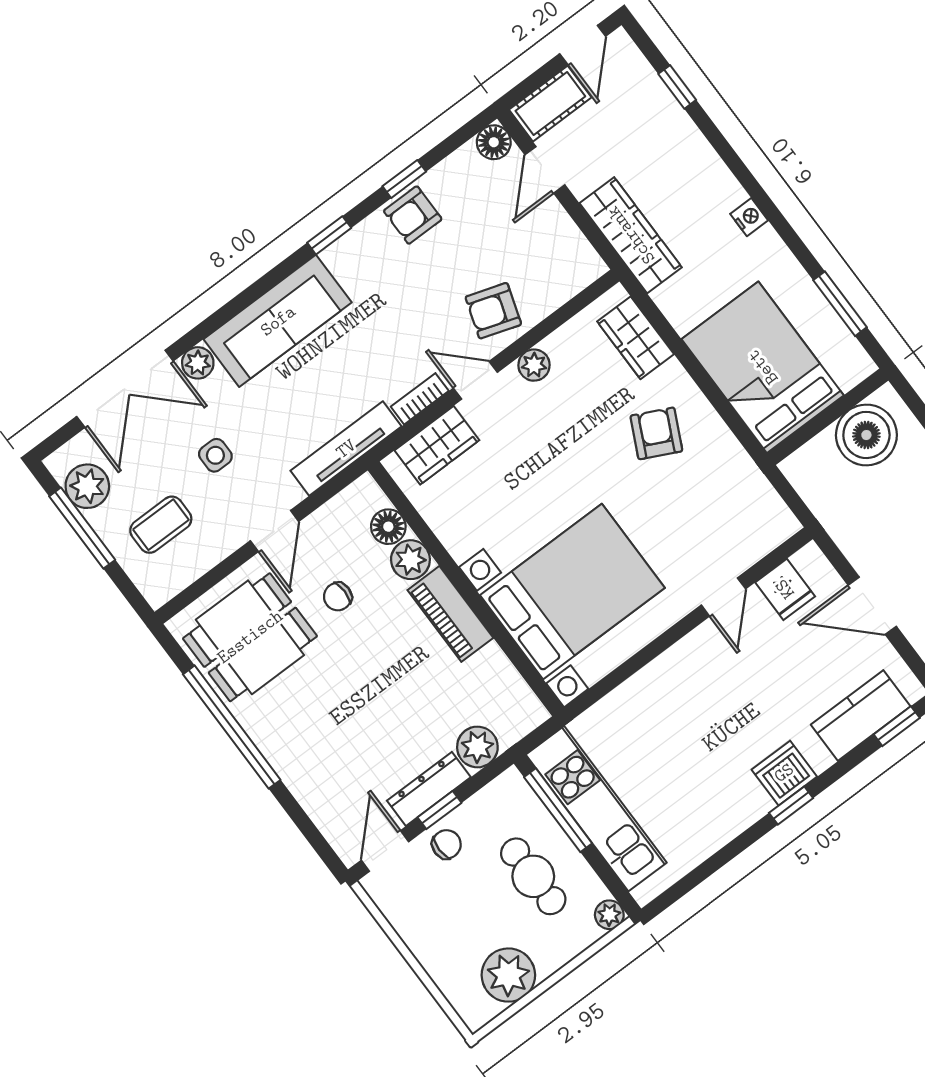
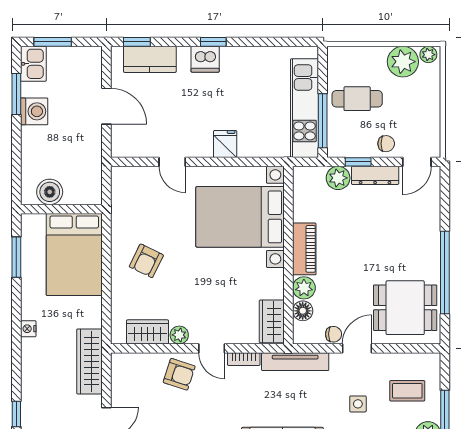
wardrobe: (636, 338) -> (148, 332), moved, turned -90
boiler: (866, 435) -> (50, 192), width x0.73, depth x0.73
wardrobe: (437, 445) -> (272, 321), moved, turned -90
fridge: (785, 589) -> (225, 144), moved
chair: (338, 597) -> (334, 334), moved
door: (723, 597) -> (172, 162), swing flipped
window: (439, 810) -> (358, 162), moved
chair: (446, 844) -> (386, 144), turned 180
cafe table: (533, 876) -> (357, 99), turned 90
plant: (609, 915) -> (428, 55), moved

